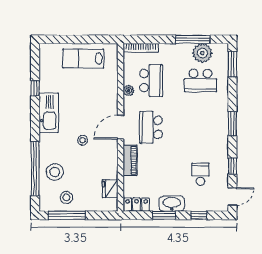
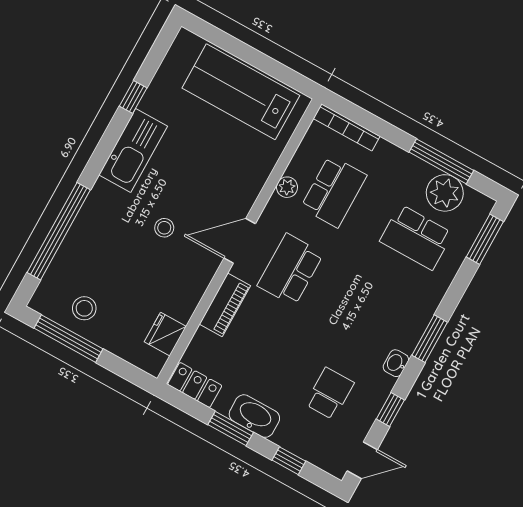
lab bench: (83, 59) -> (241, 92), width x1.36, depth x1.39
washbasin: (223, 143) -> (396, 363), added
stool: (55, 172) -> (88, 255), removed

